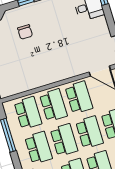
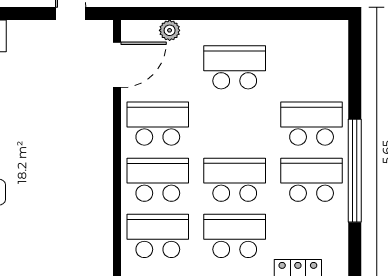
school desk: (89, 132) -> (235, 124), removed

